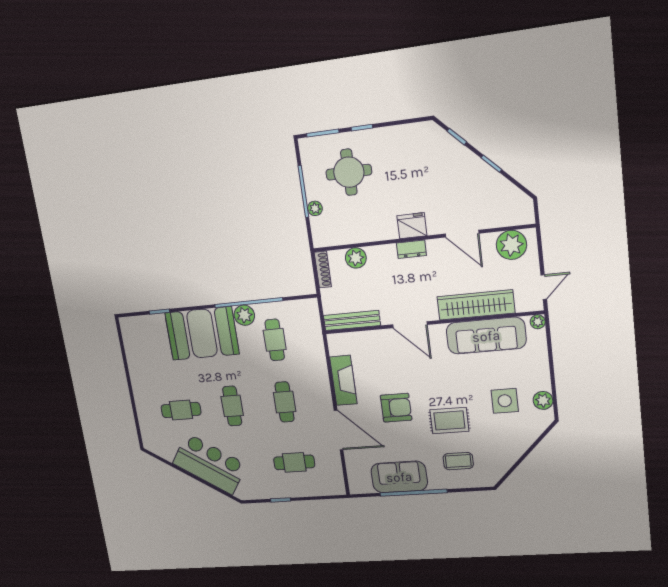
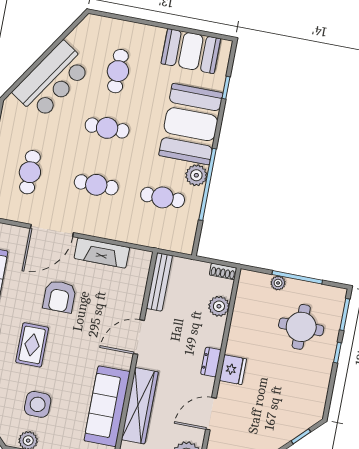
shoe rack: (323, 269) -> (223, 271), width x0.70
booth: (141, 352) -> (191, 51), added

